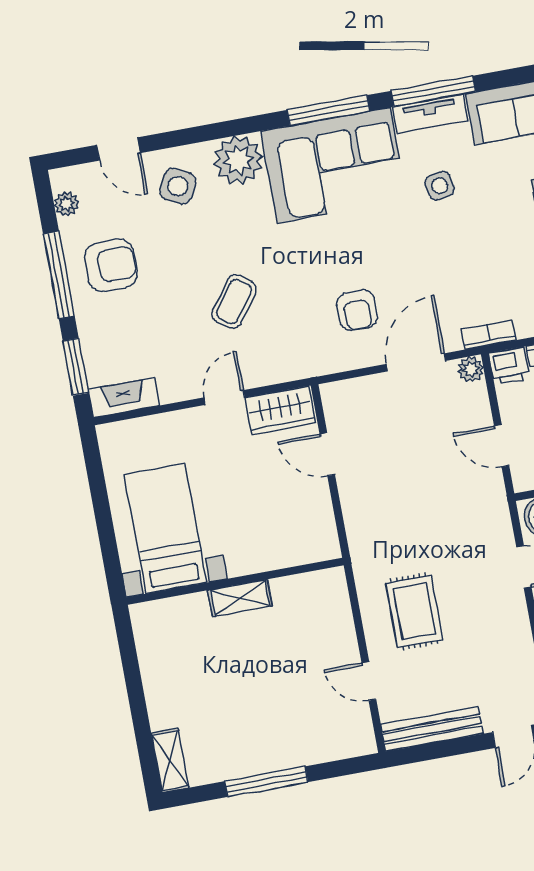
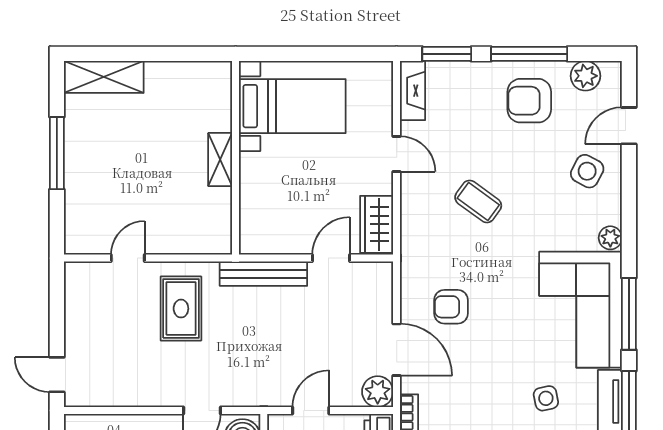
plant: (238, 160) -> (610, 238), width x0.53, depth x0.53
plant: (66, 204) -> (585, 76), width x1.38, depth x1.38
armchair: (111, 265) -> (529, 101), turned 90
plant: (471, 369) -> (378, 392), width x1.38, depth x1.38
door: (224, 398) -> (397, 154), moved
rug: (414, 611) -> (181, 309), turned 90
bench: (432, 729) -> (263, 274), moved, turned 90
shelving: (170, 761) -> (104, 77), width x1.50, depth x1.33

